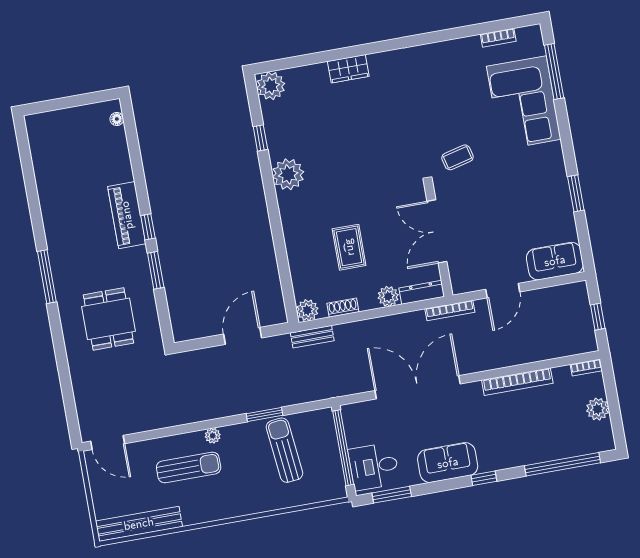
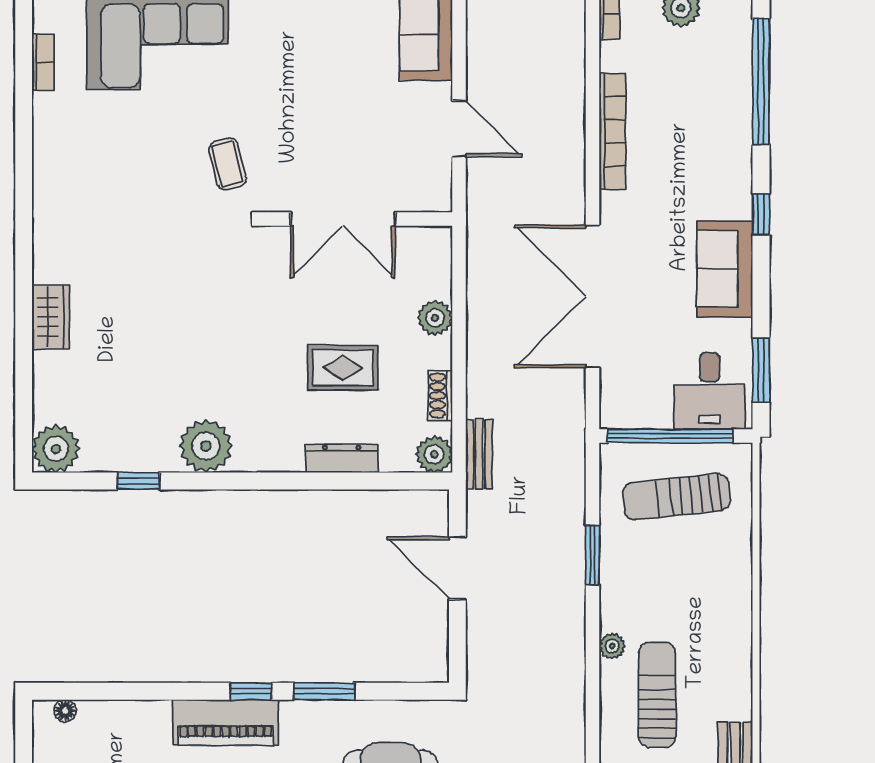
dresser: (422, 292) -> (342, 459), moved, turned 90
bookcase: (450, 310) -> (476, 221), removed
sun lounger: (284, 450) -> (676, 497), moved

